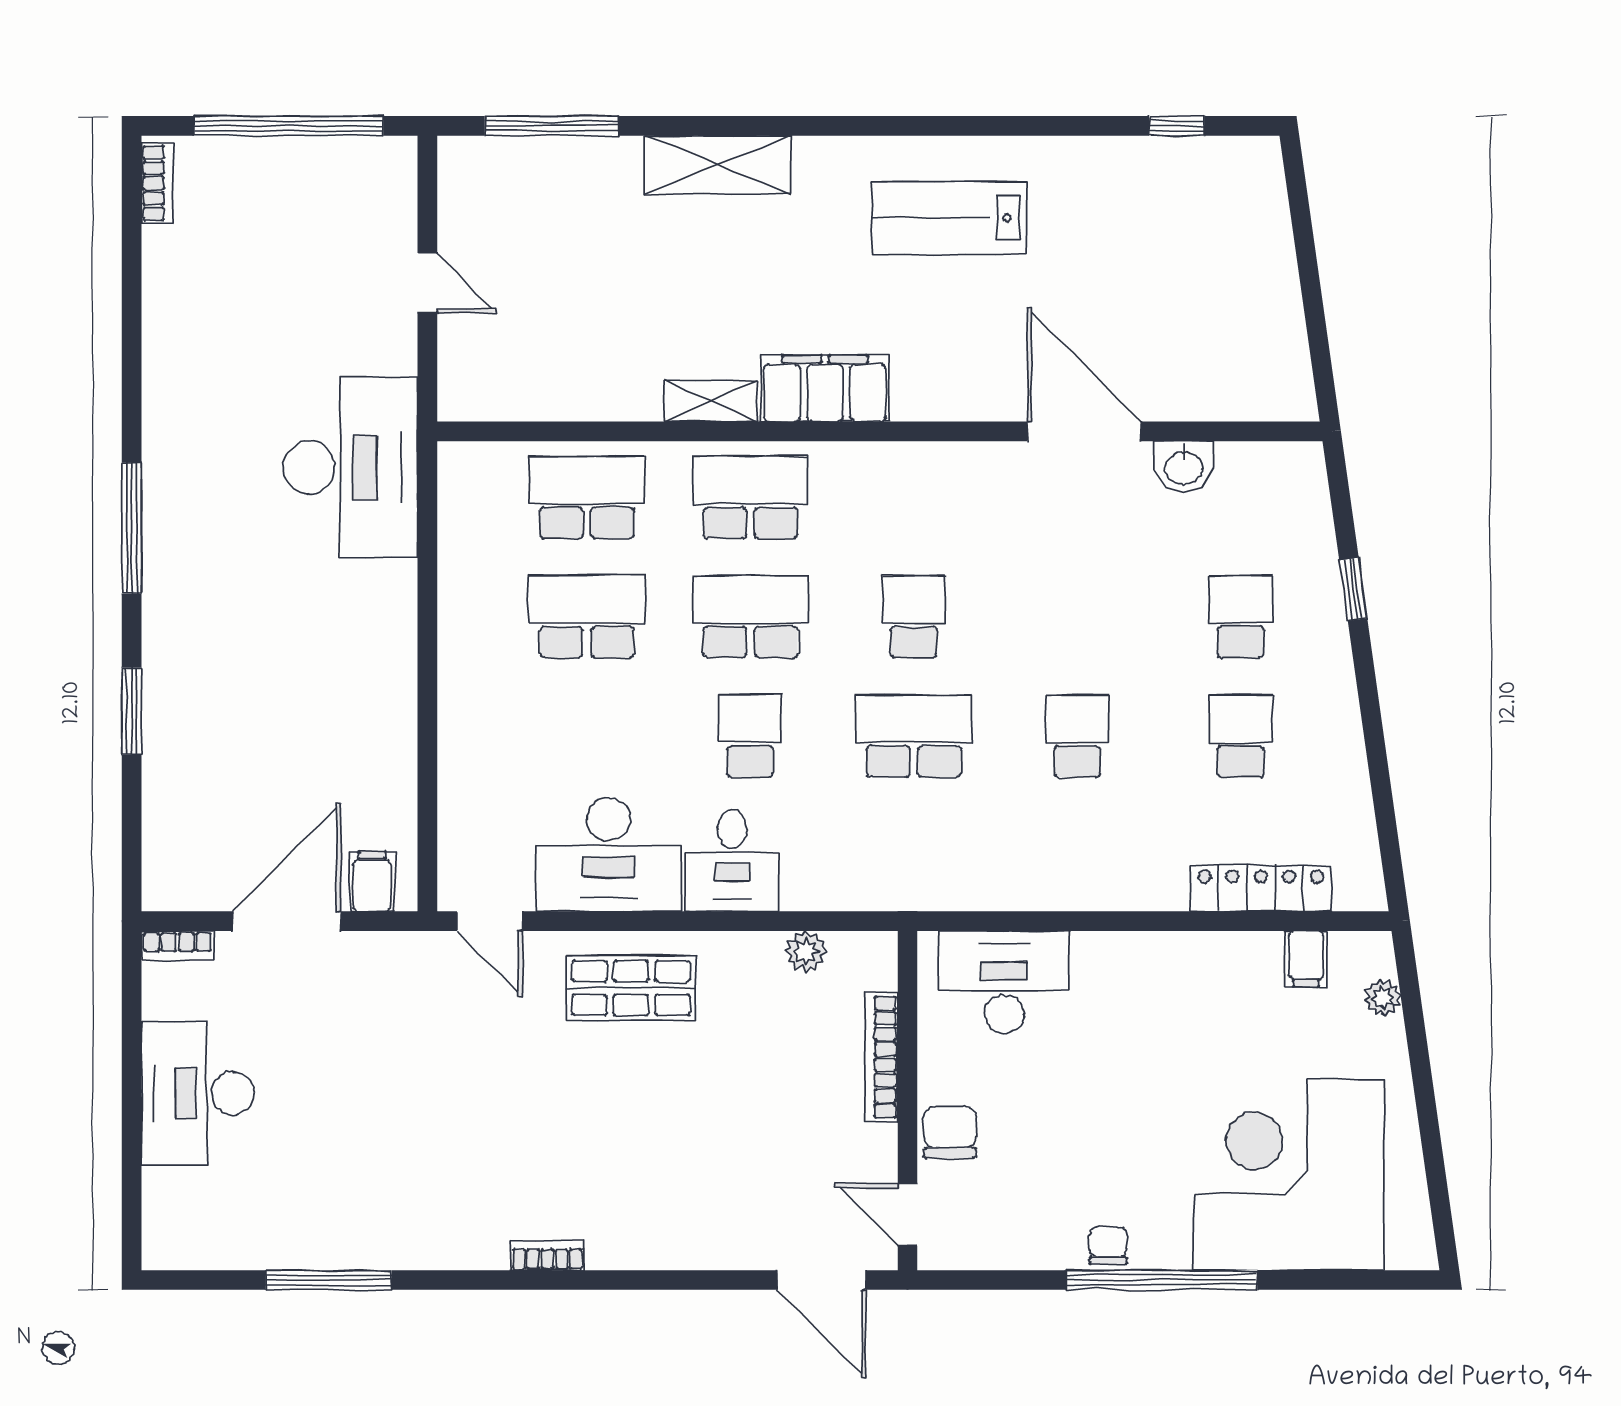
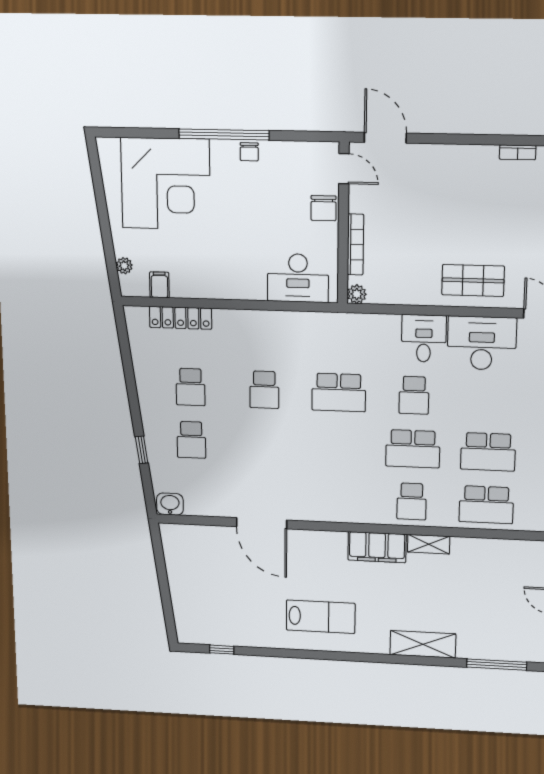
washbasin: (1184, 466) -> (170, 504), moved
school desk: (750, 497) -> (412, 501), width x0.54
school desk: (914, 617) -> (338, 446), removed
plant: (806, 952) -> (357, 294), moved

